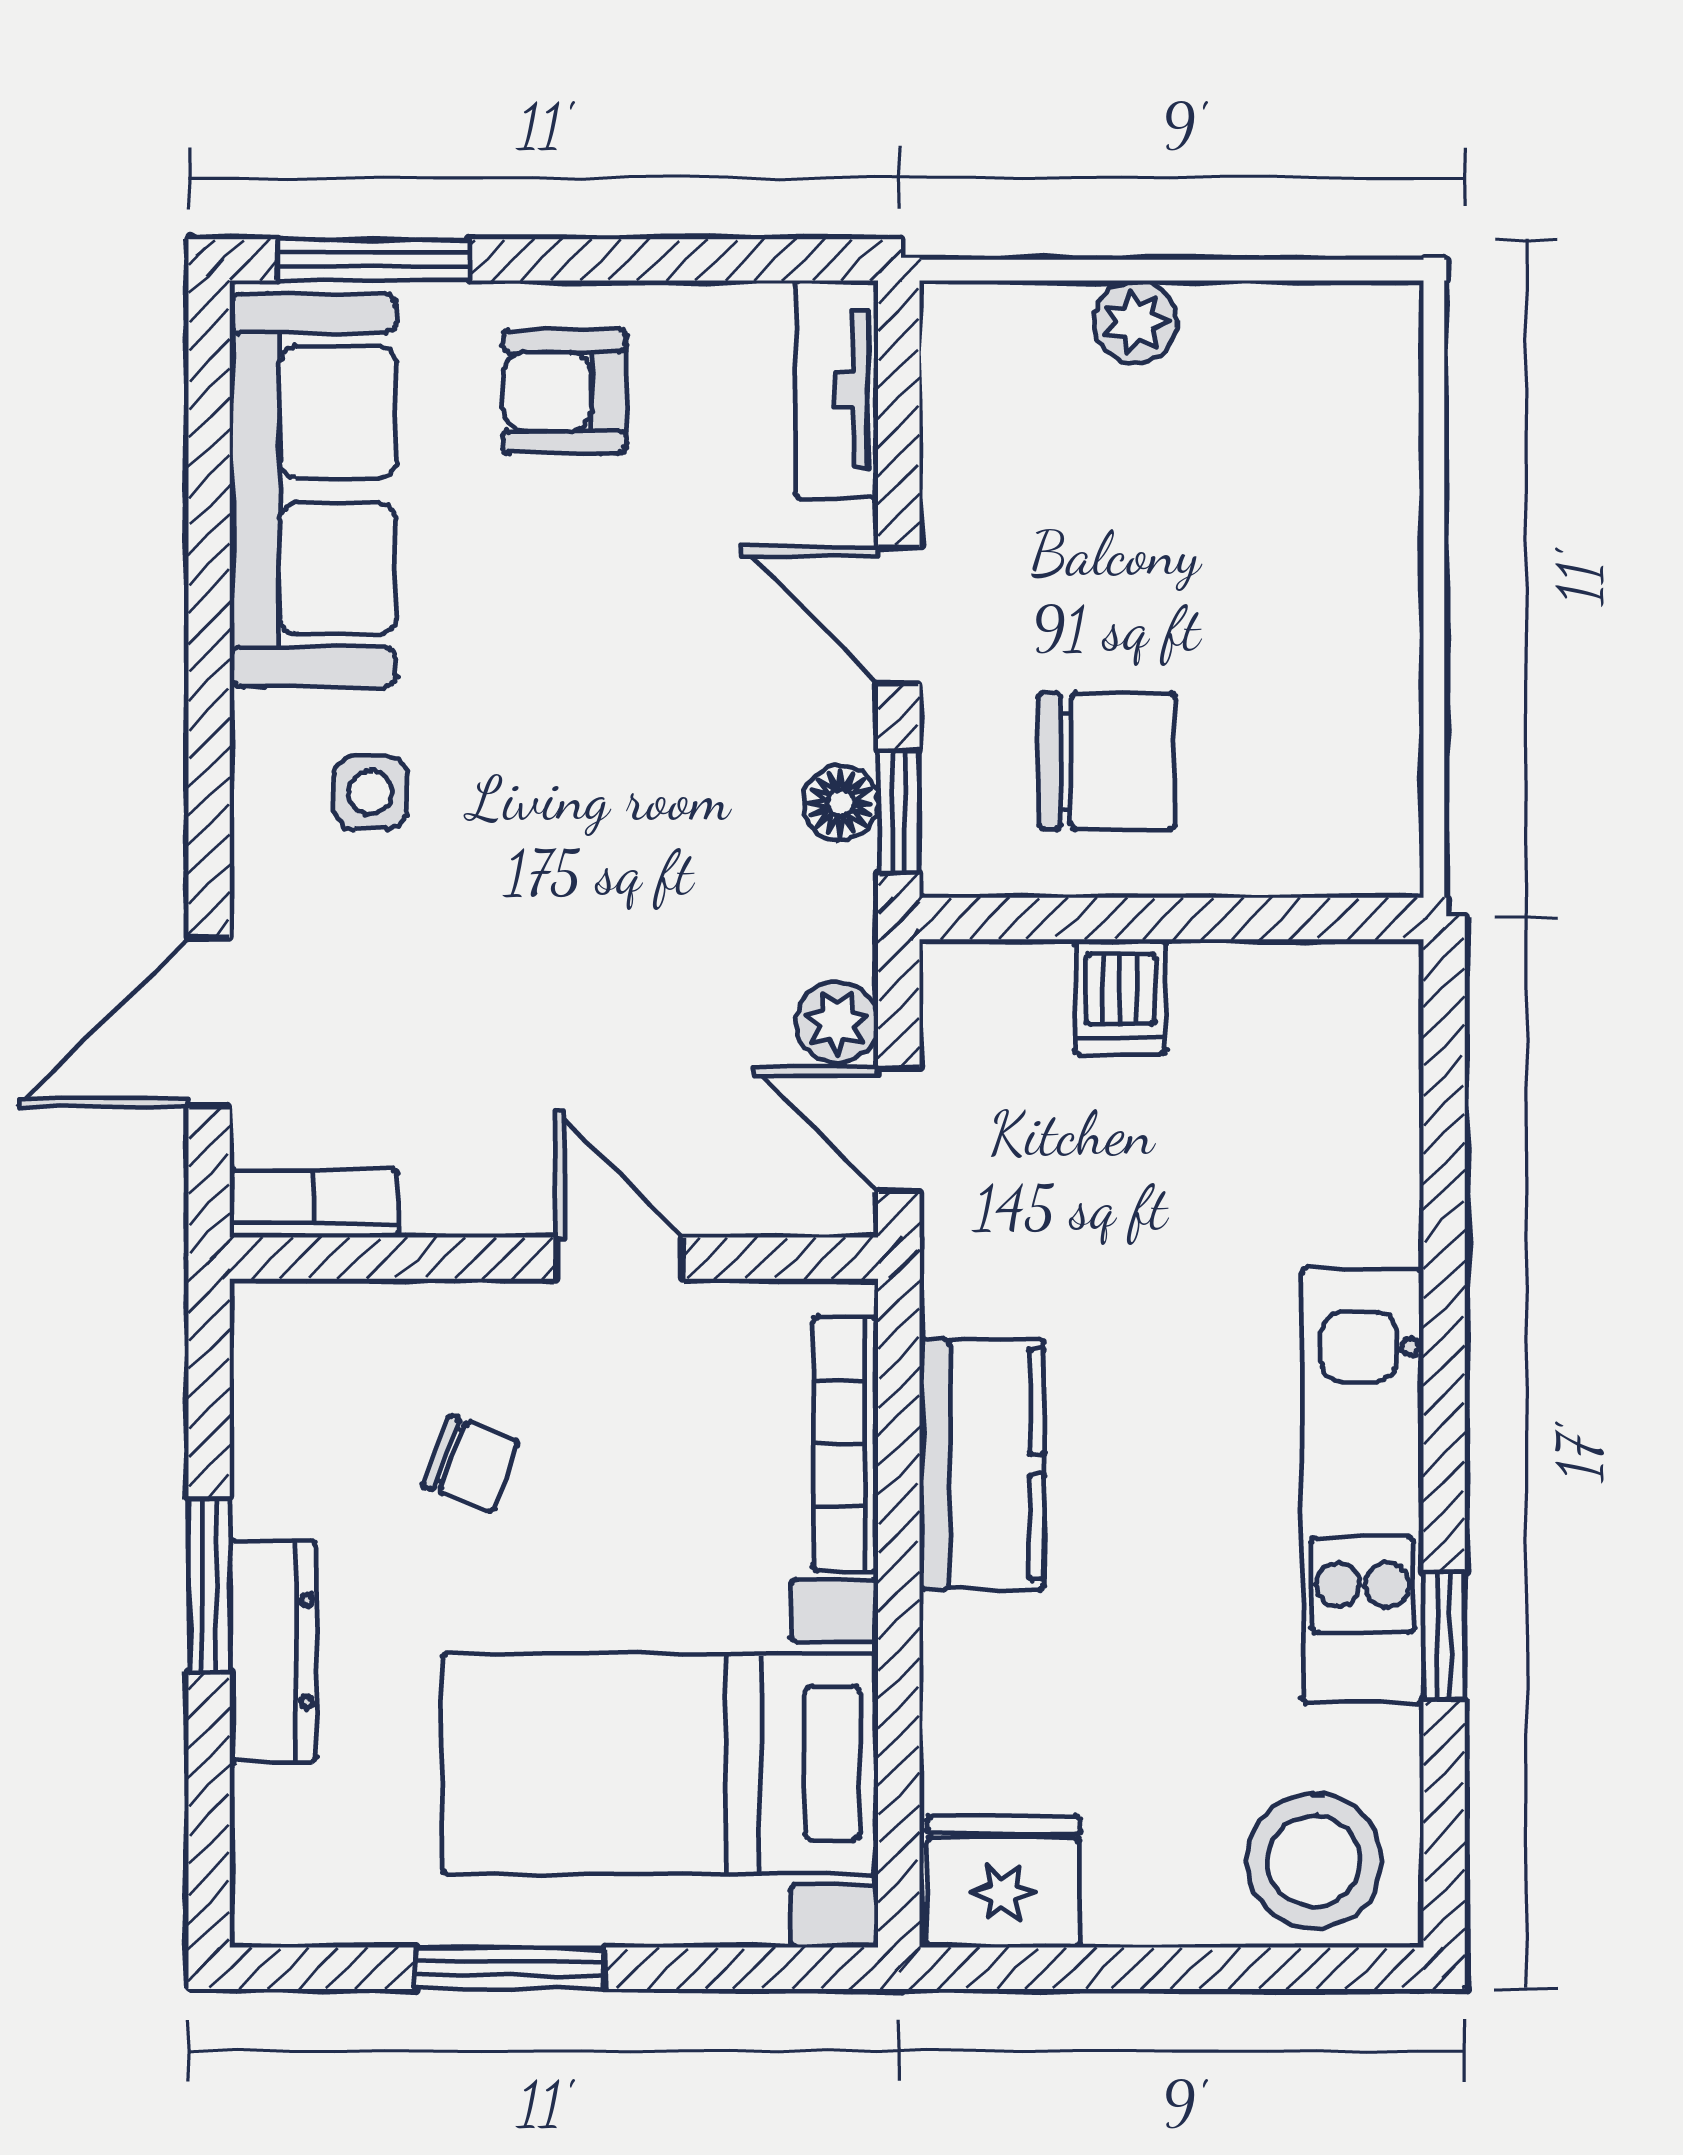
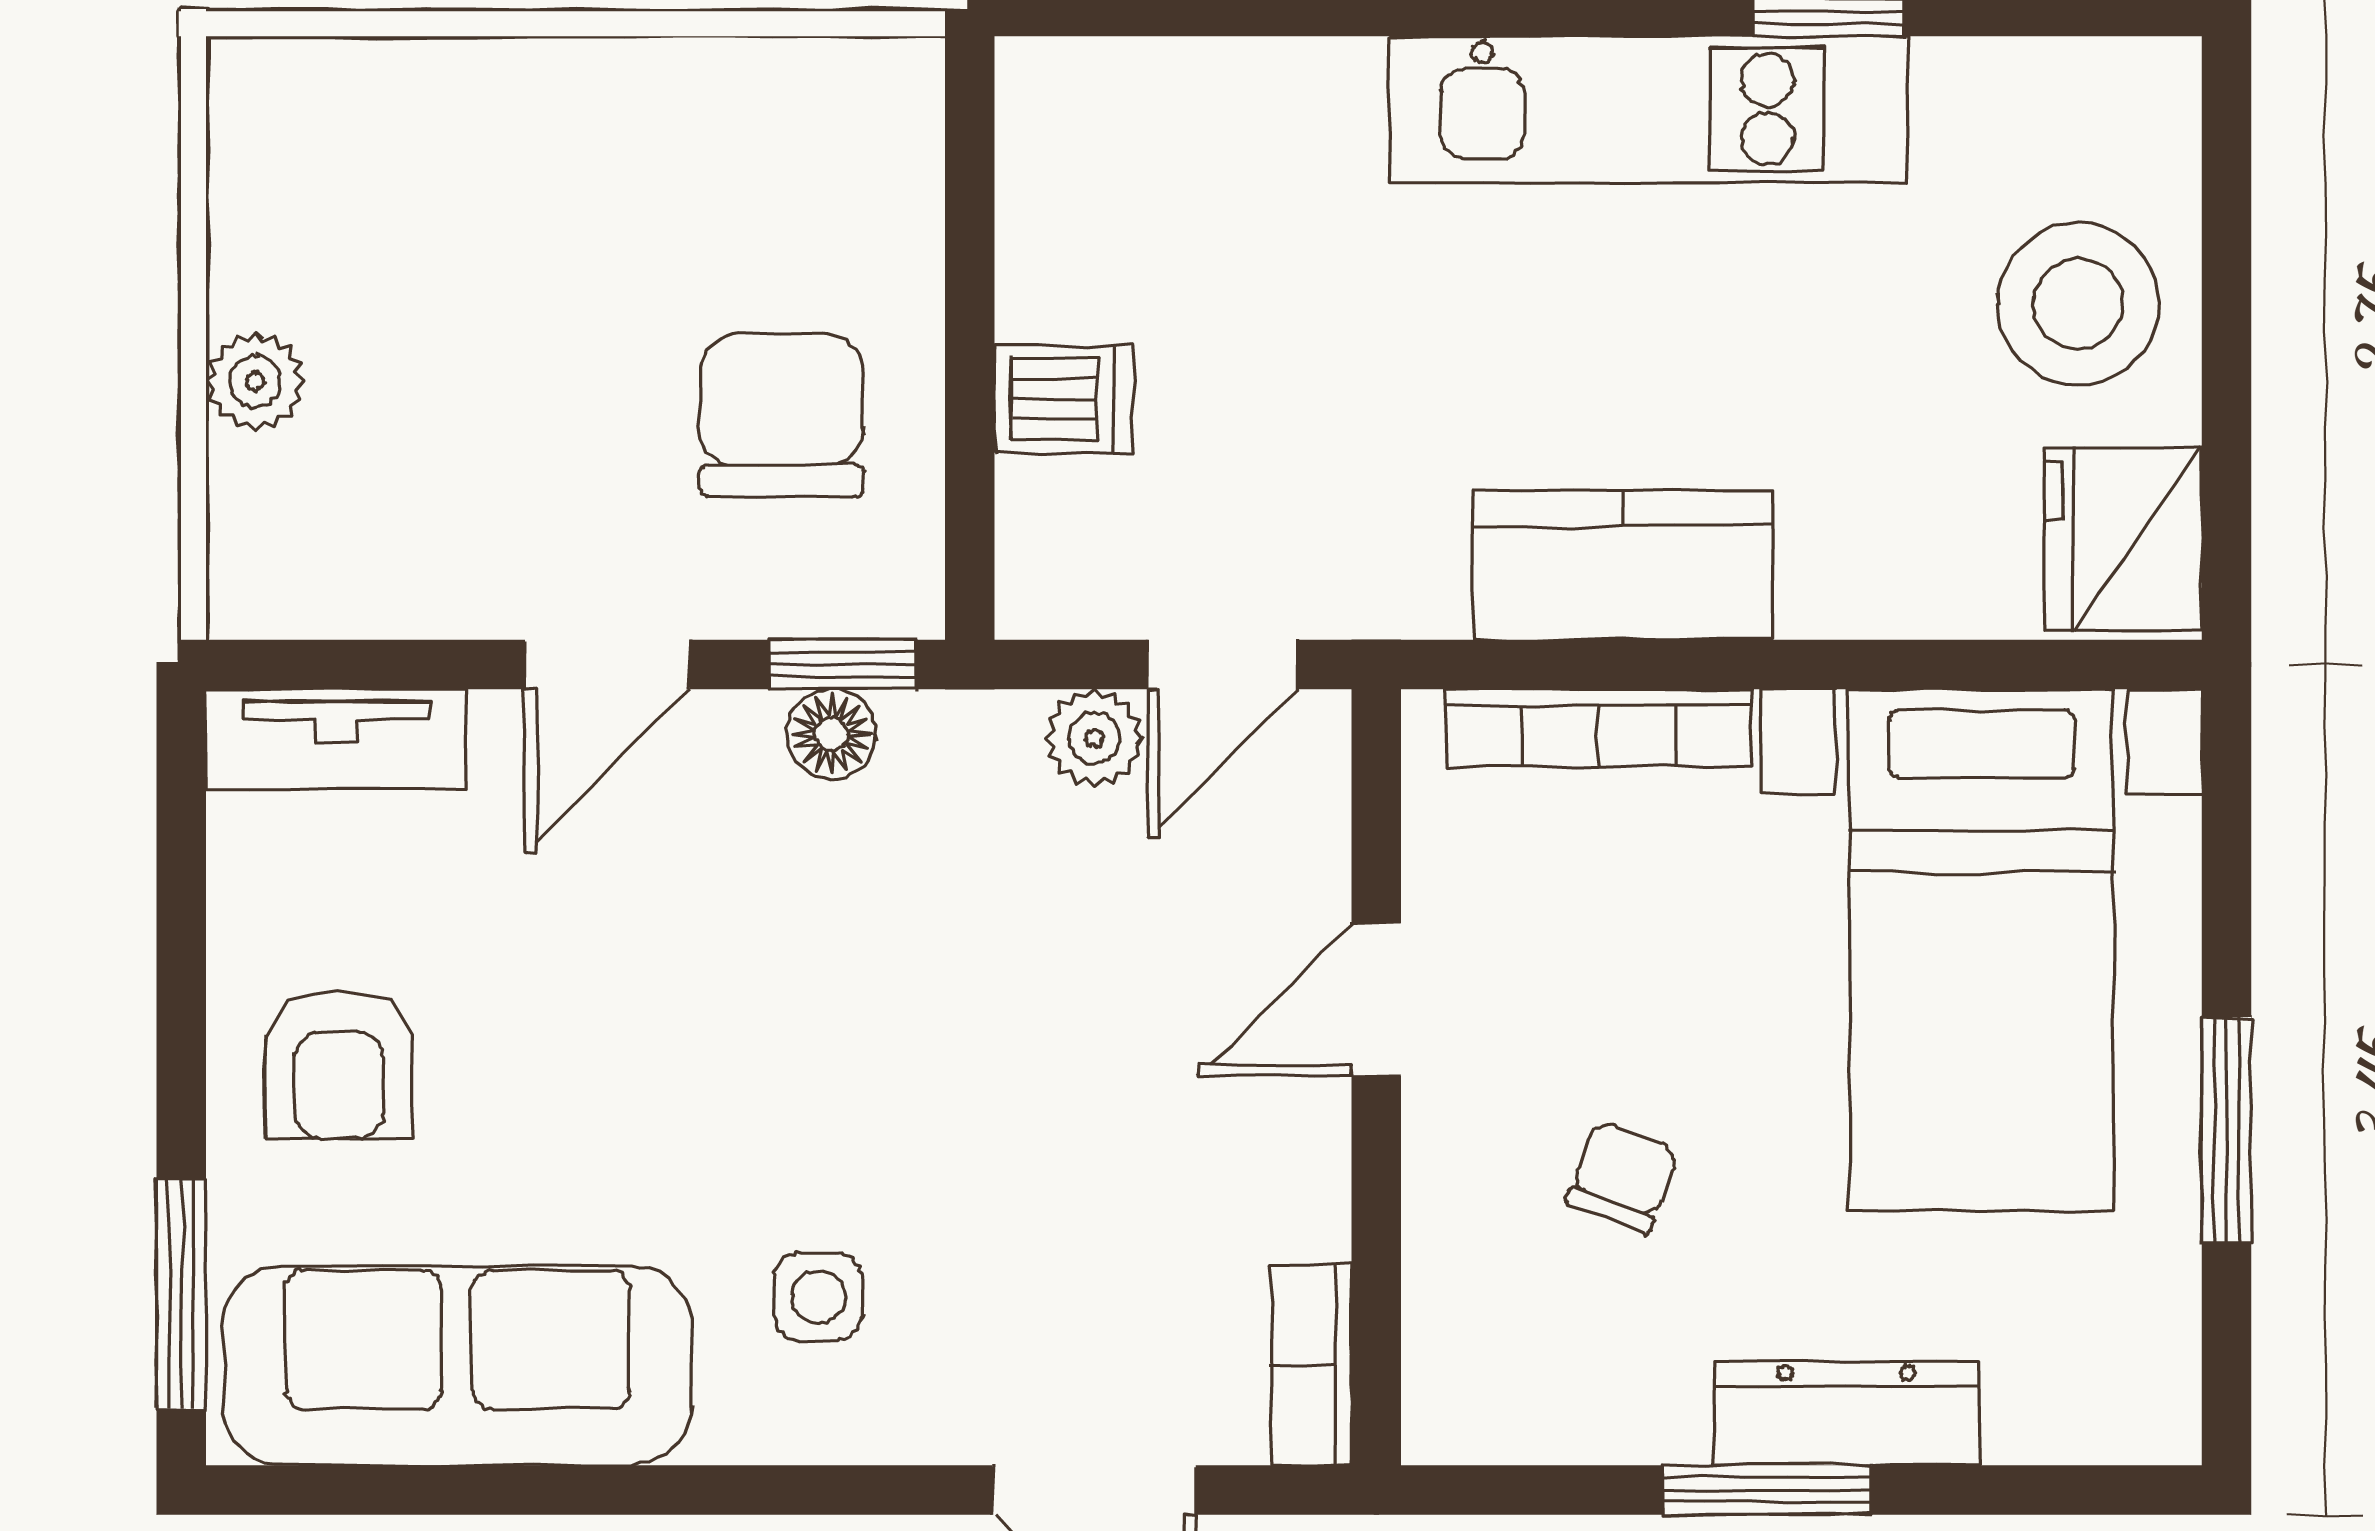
stool: (1314, 1861) -> (2078, 304), moved

